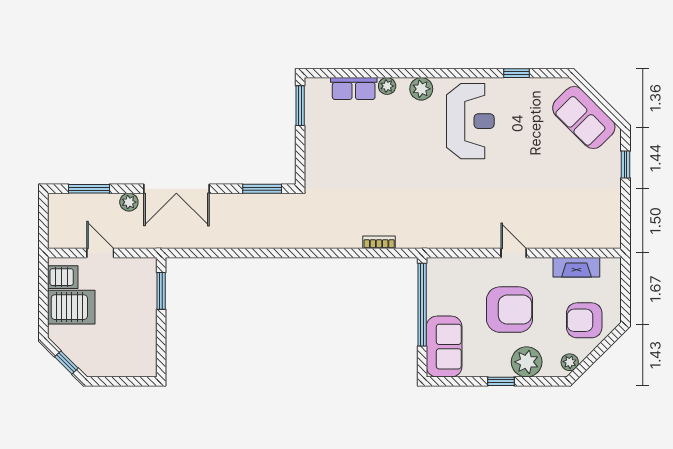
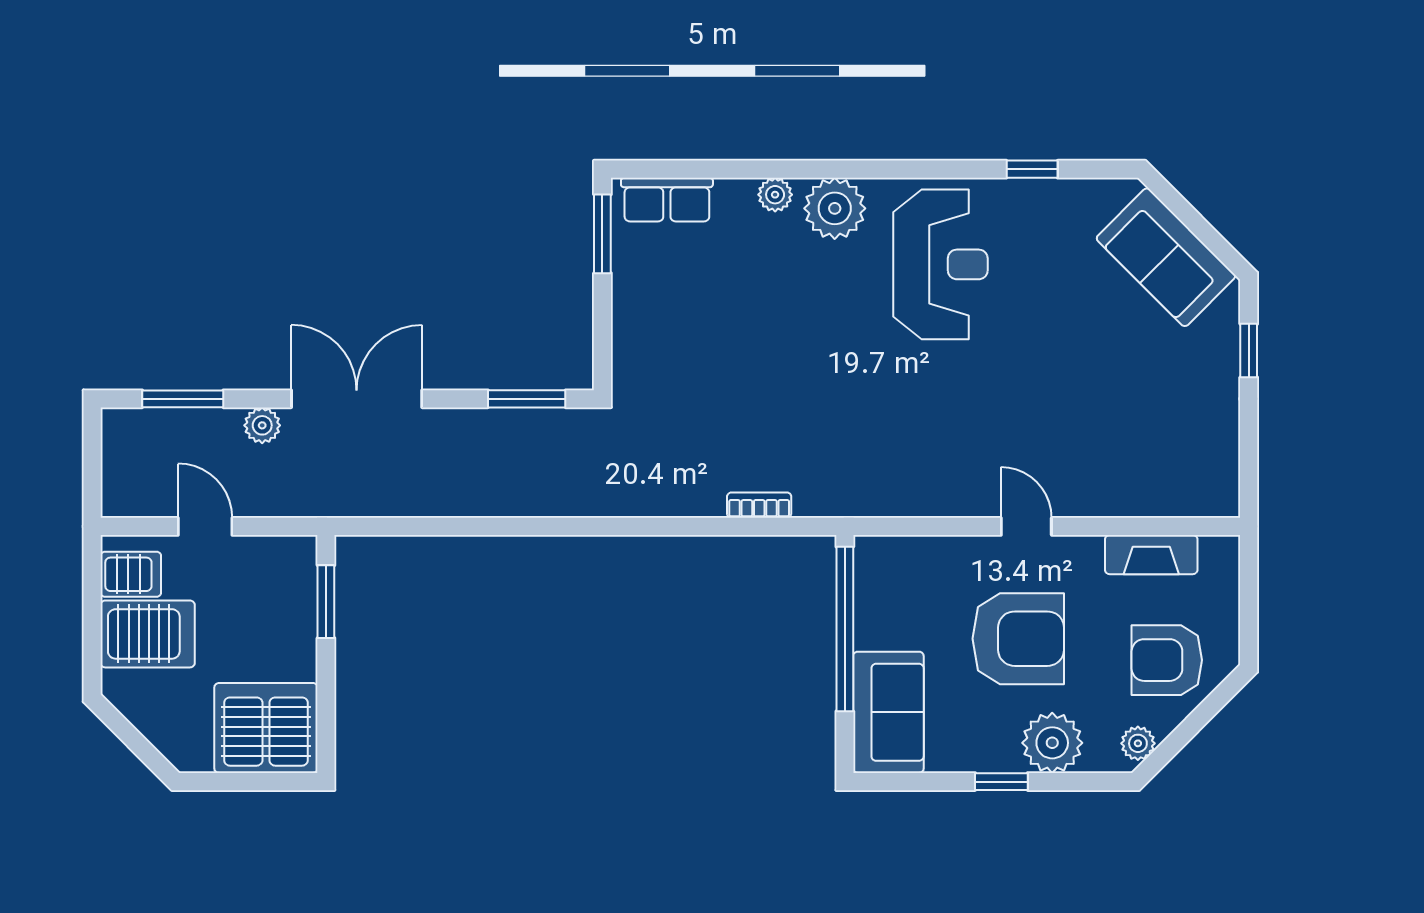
row of seats: (354, 89) -> (667, 200), moved
plant: (421, 89) -> (835, 208), width x1.36, depth x1.36
double door: (176, 189) -> (357, 399), swing flipped
server rack: (131, 354) -> (266, 728), added
window: (66, 363) -> (138, 744), removed

